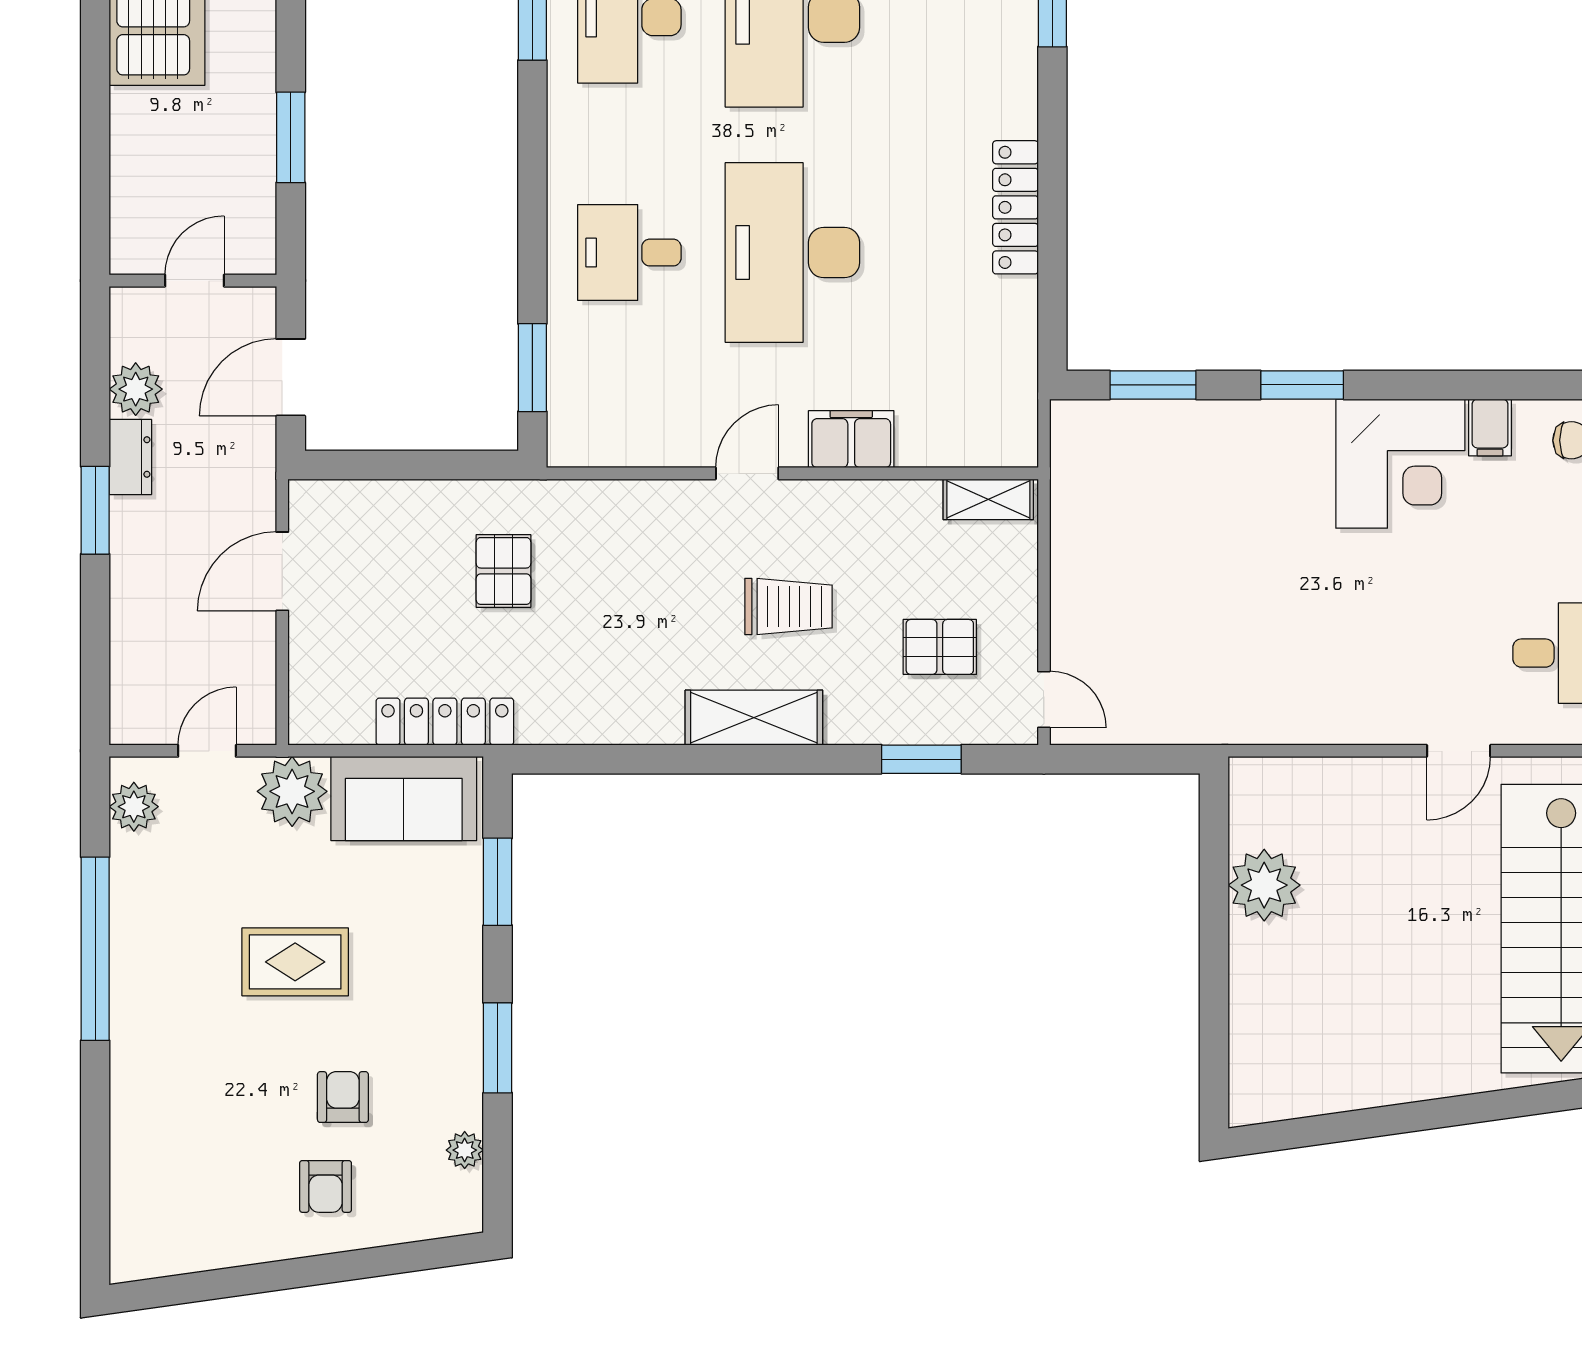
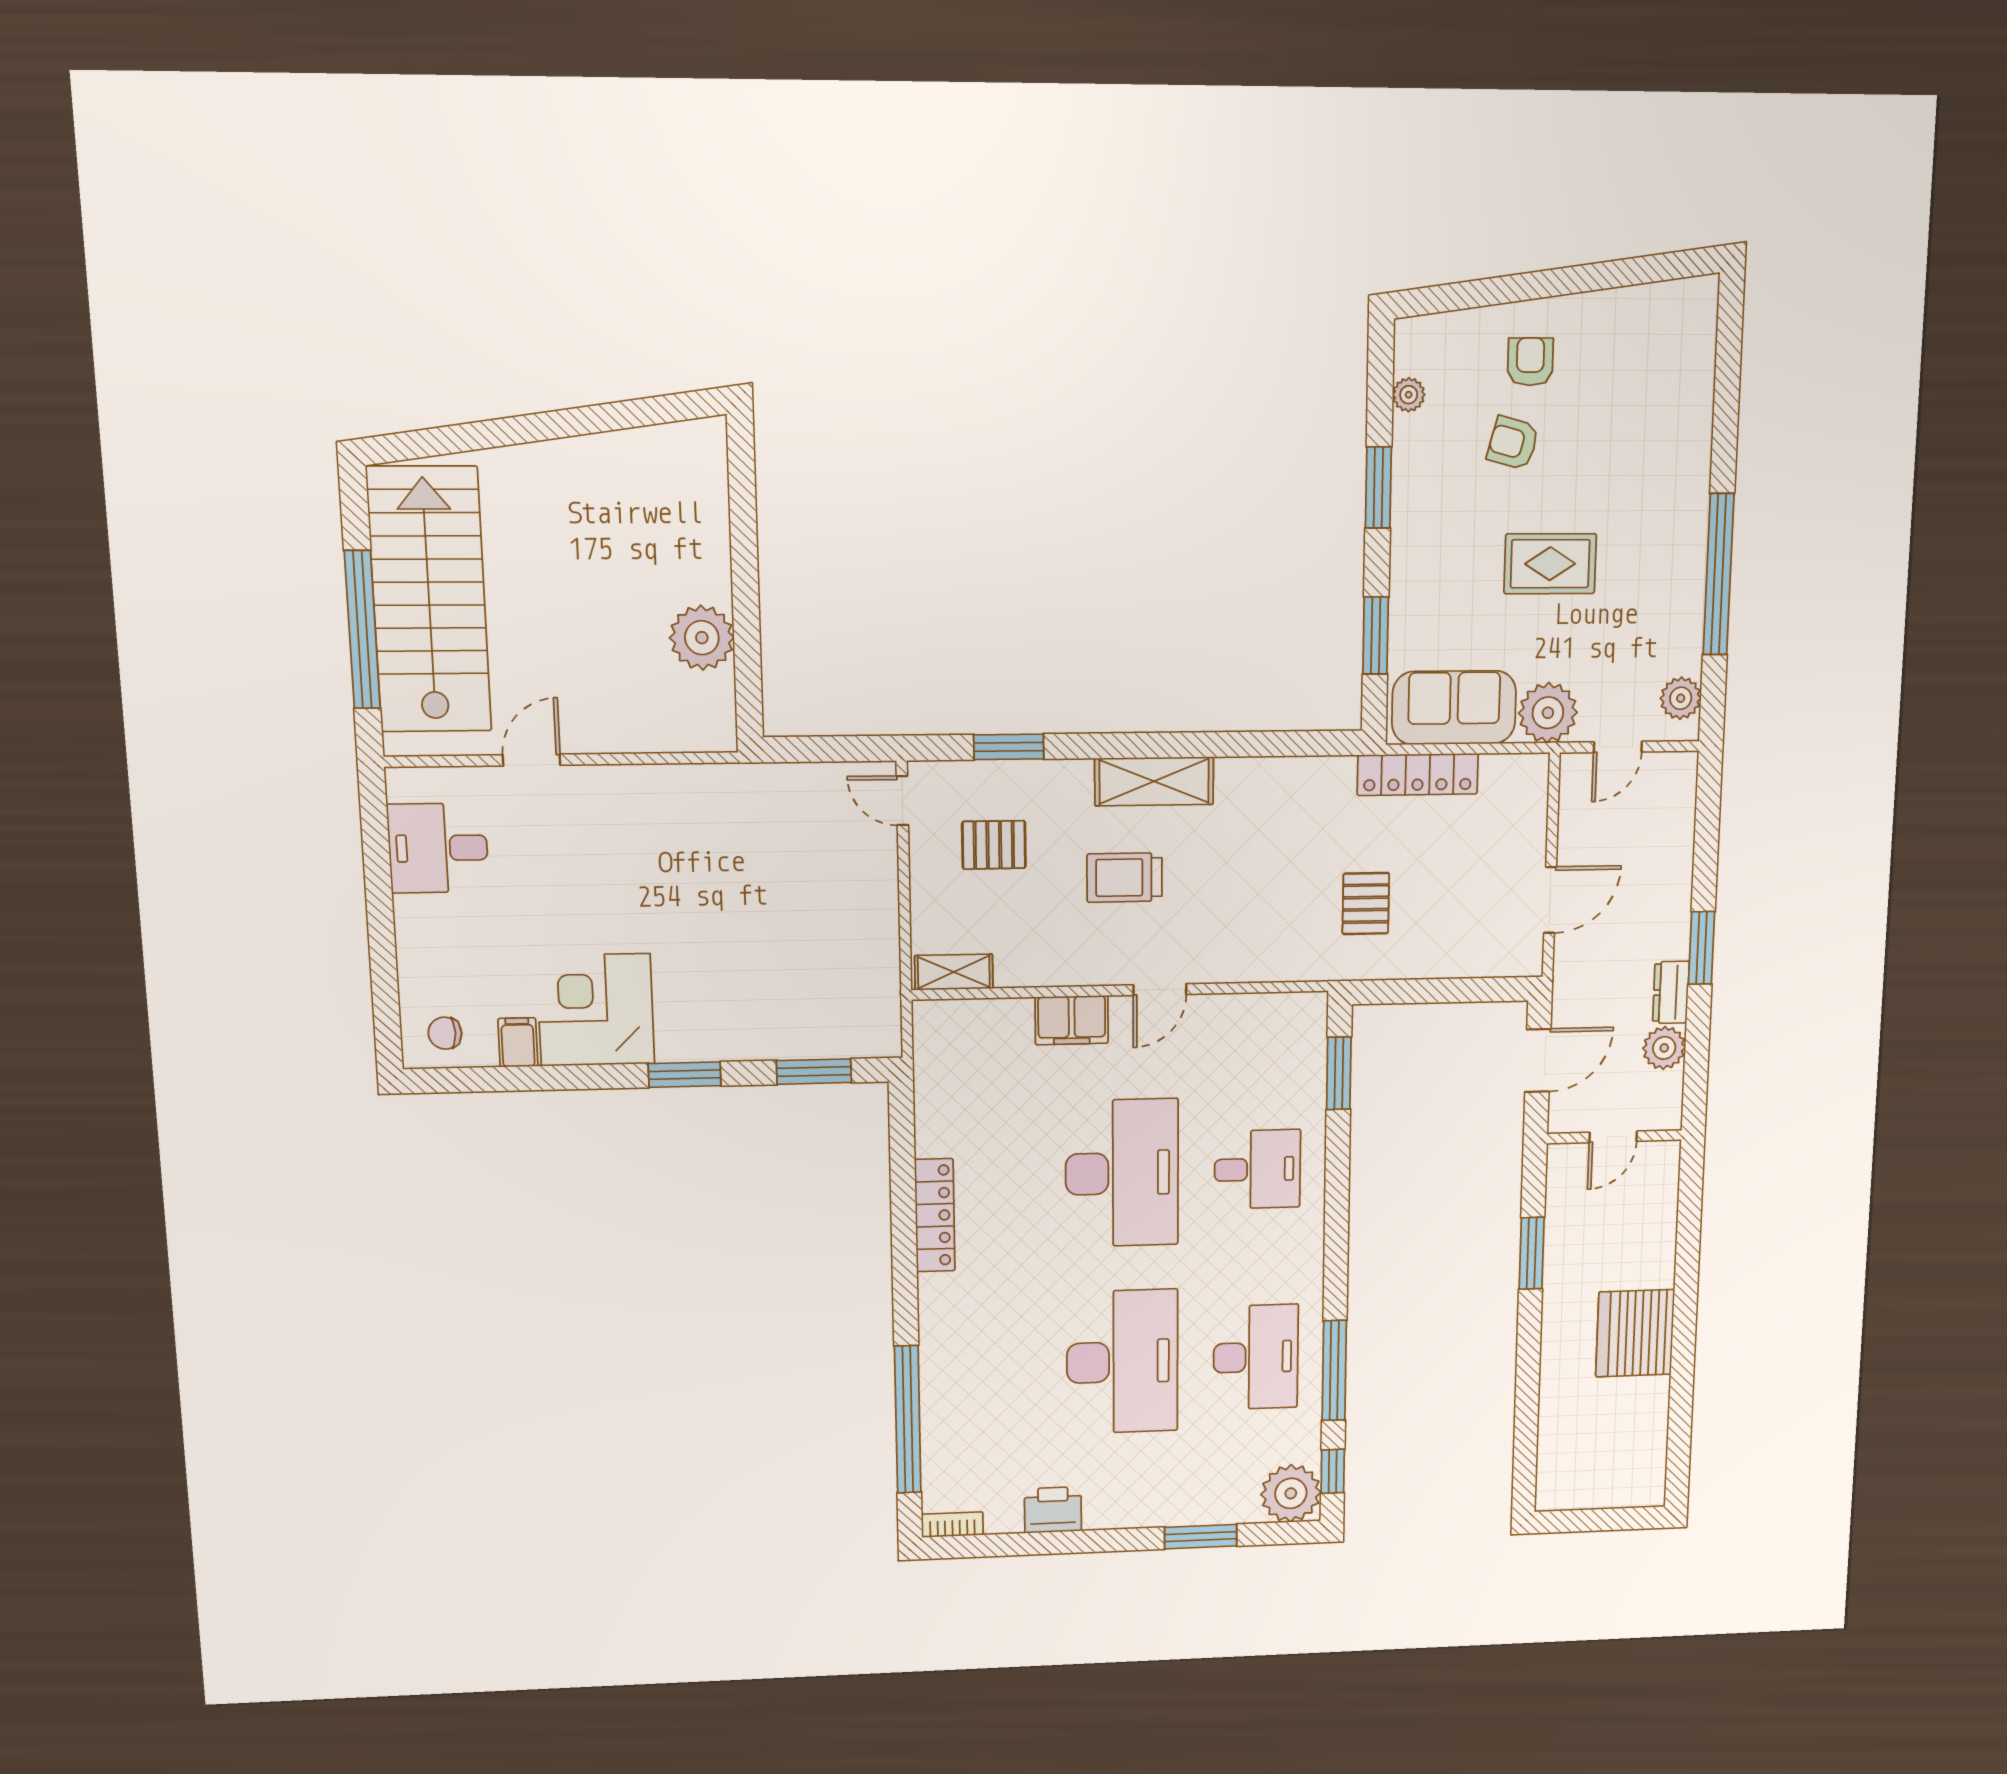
armchair: (343, 1097) -> (1513, 443), turned 105

